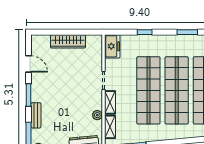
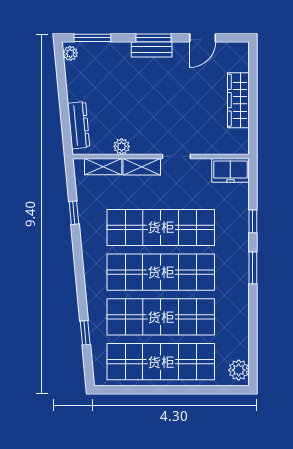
window: (187, 32) -> (253, 268), moved
bench: (36, 115) -> (152, 49), moved

